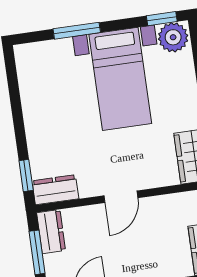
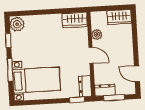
window: (162, 19) -> (8, 41), moved
bed with nightstands: (120, 79) -> (36, 80), moved
plant: (166, 205) -> (97, 34), added

